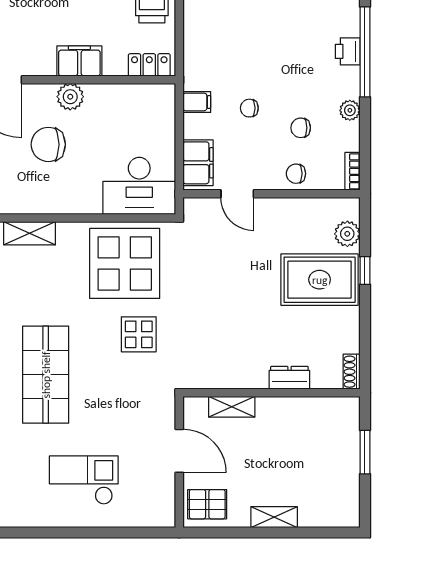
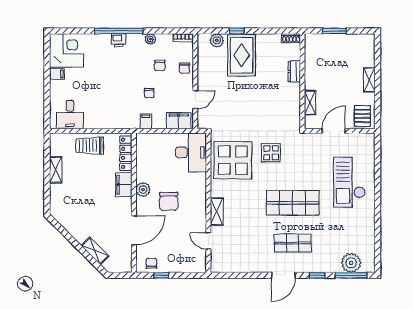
locker: (149, 65) -> (126, 153), width x1.53
checkout: (84, 480) -> (349, 182), width x1.36, depth x1.21

